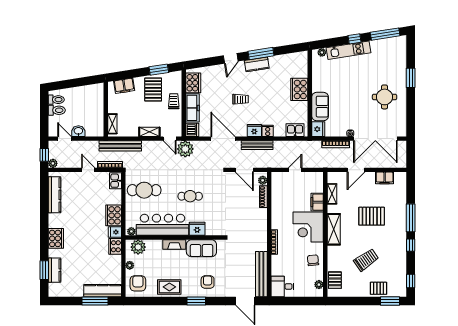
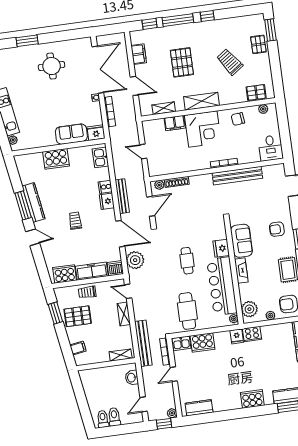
kitchen counter: (257, 64) -> (34, 202), width x1.50
filing cabinet: (124, 86) -> (78, 348), width x0.50
washbasin: (78, 131) -> (132, 378), moved
door: (170, 139) -> (128, 291), swing flipped
door: (223, 139) -> (120, 234), swing flipped
plant: (185, 149) -> (135, 260), moved
kitchen counter: (54, 195) -> (199, 408), width x0.67
cooker: (114, 215) -> (203, 342), moved
bench: (261, 274) -> (237, 176), moved
window: (411, 281) -> (150, 24), moved

